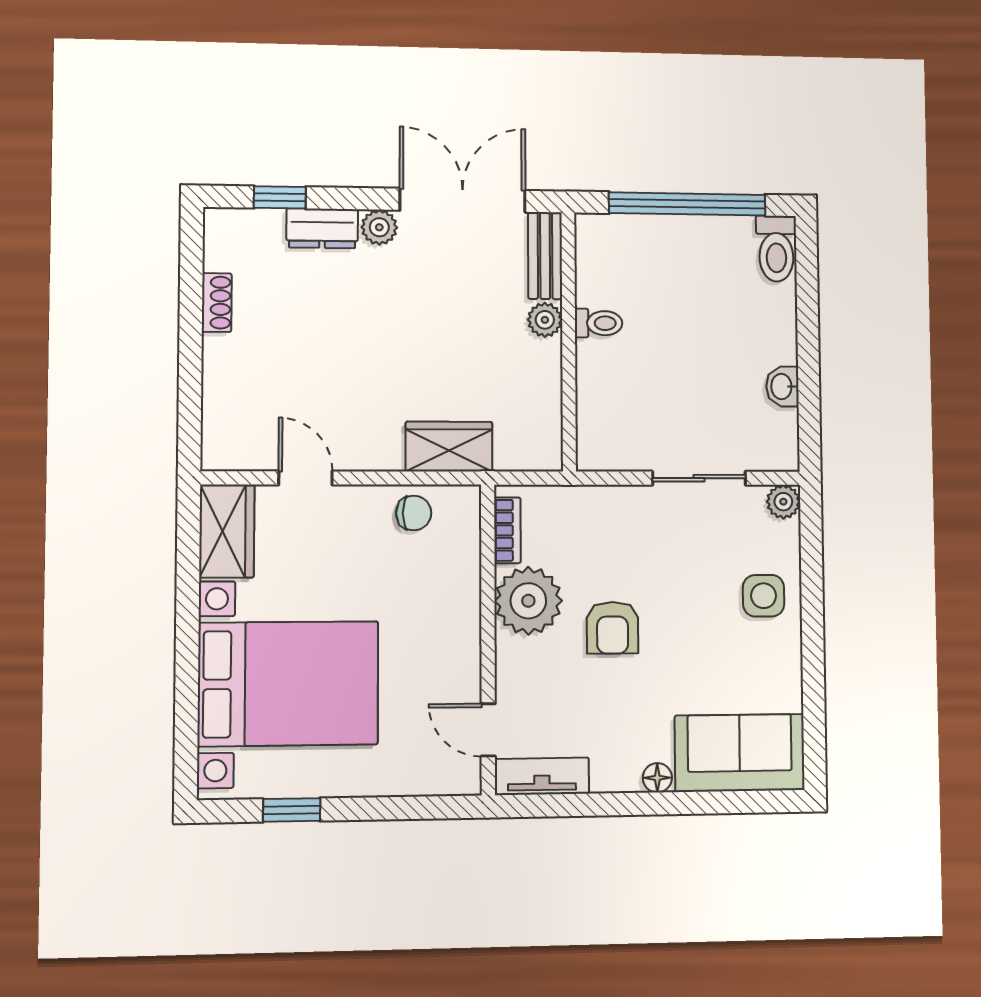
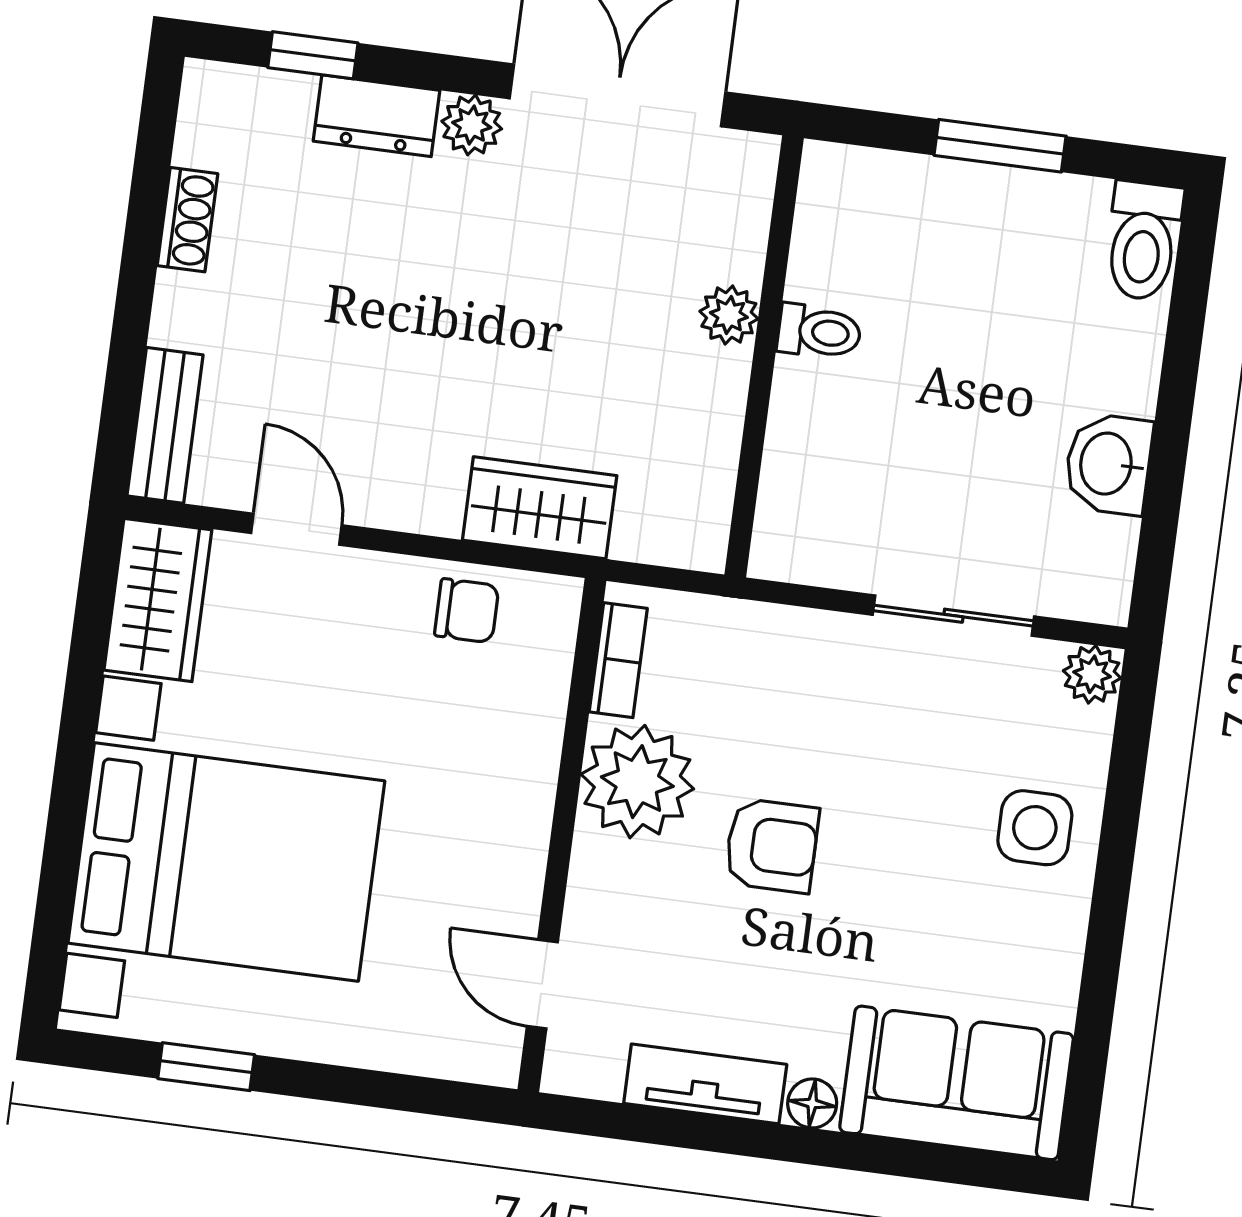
window: (687, 204) -> (1000, 146), width x0.47
bench: (545, 256) -> (165, 425), moved
washbasin: (782, 387) -> (1108, 464), width x1.38, depth x1.45
armchair: (613, 628) -> (772, 846), turned -90
tv unit: (542, 776) -> (705, 1084), moved

